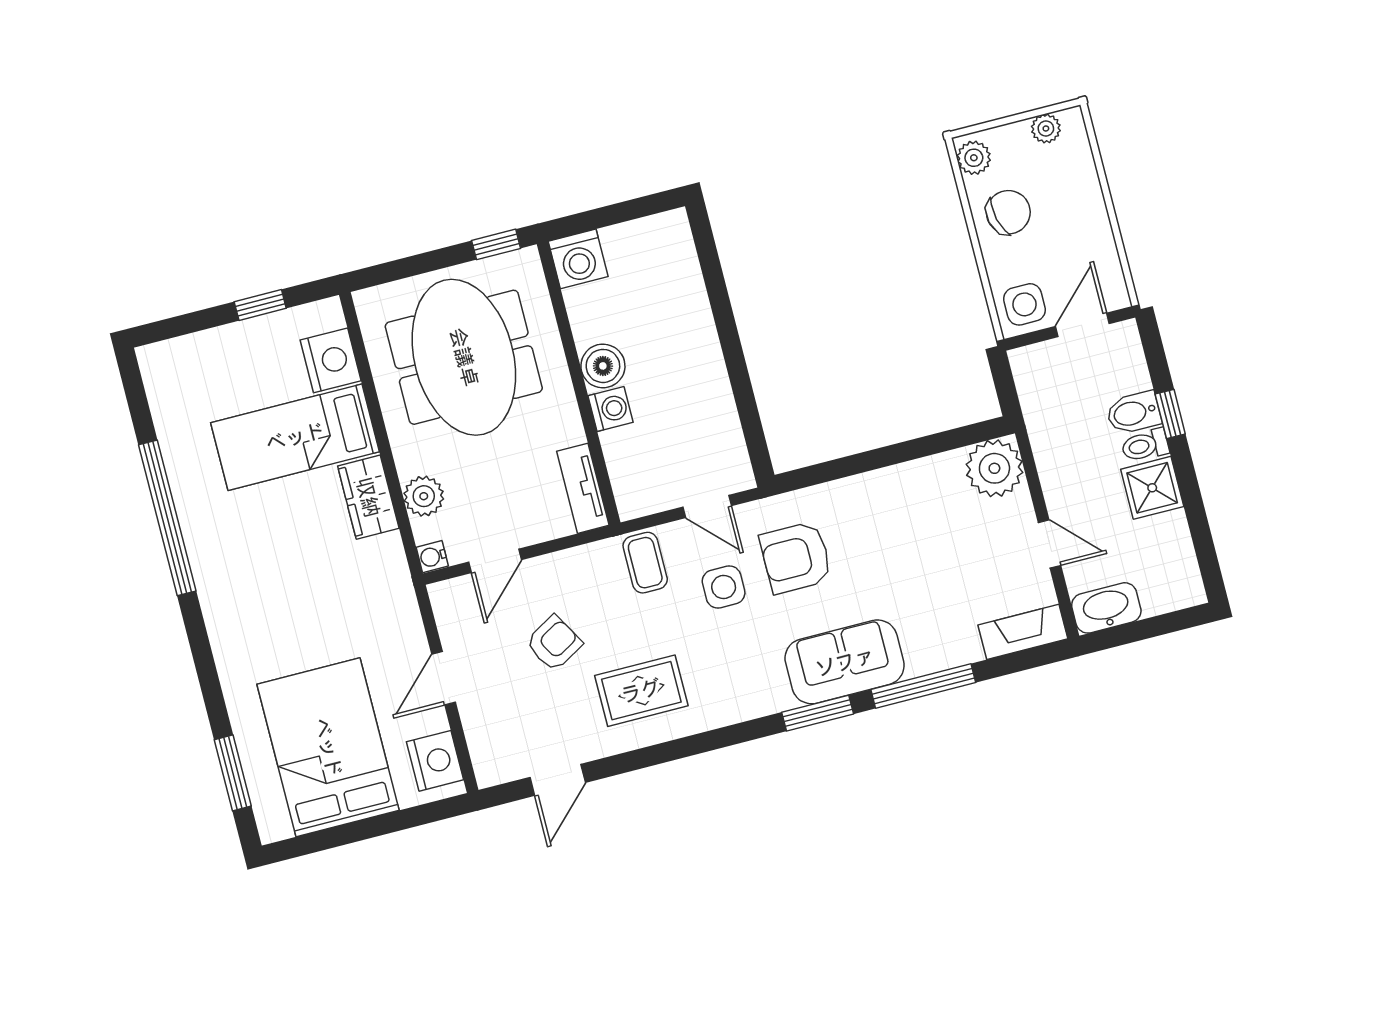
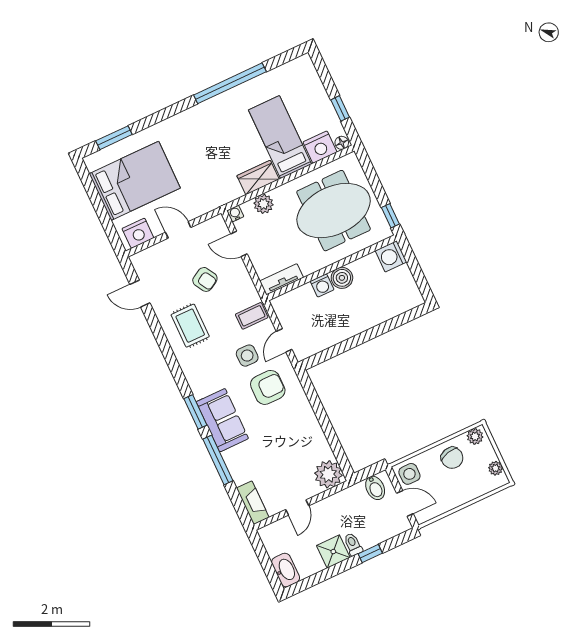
floor lamp: (330, 315) -> (342, 143), added
bidet: (1133, 413) -> (375, 488), moved, turned 180
armchair: (796, 558) -> (268, 387), turned 90
washbasin: (1106, 608) -> (286, 570), moved

